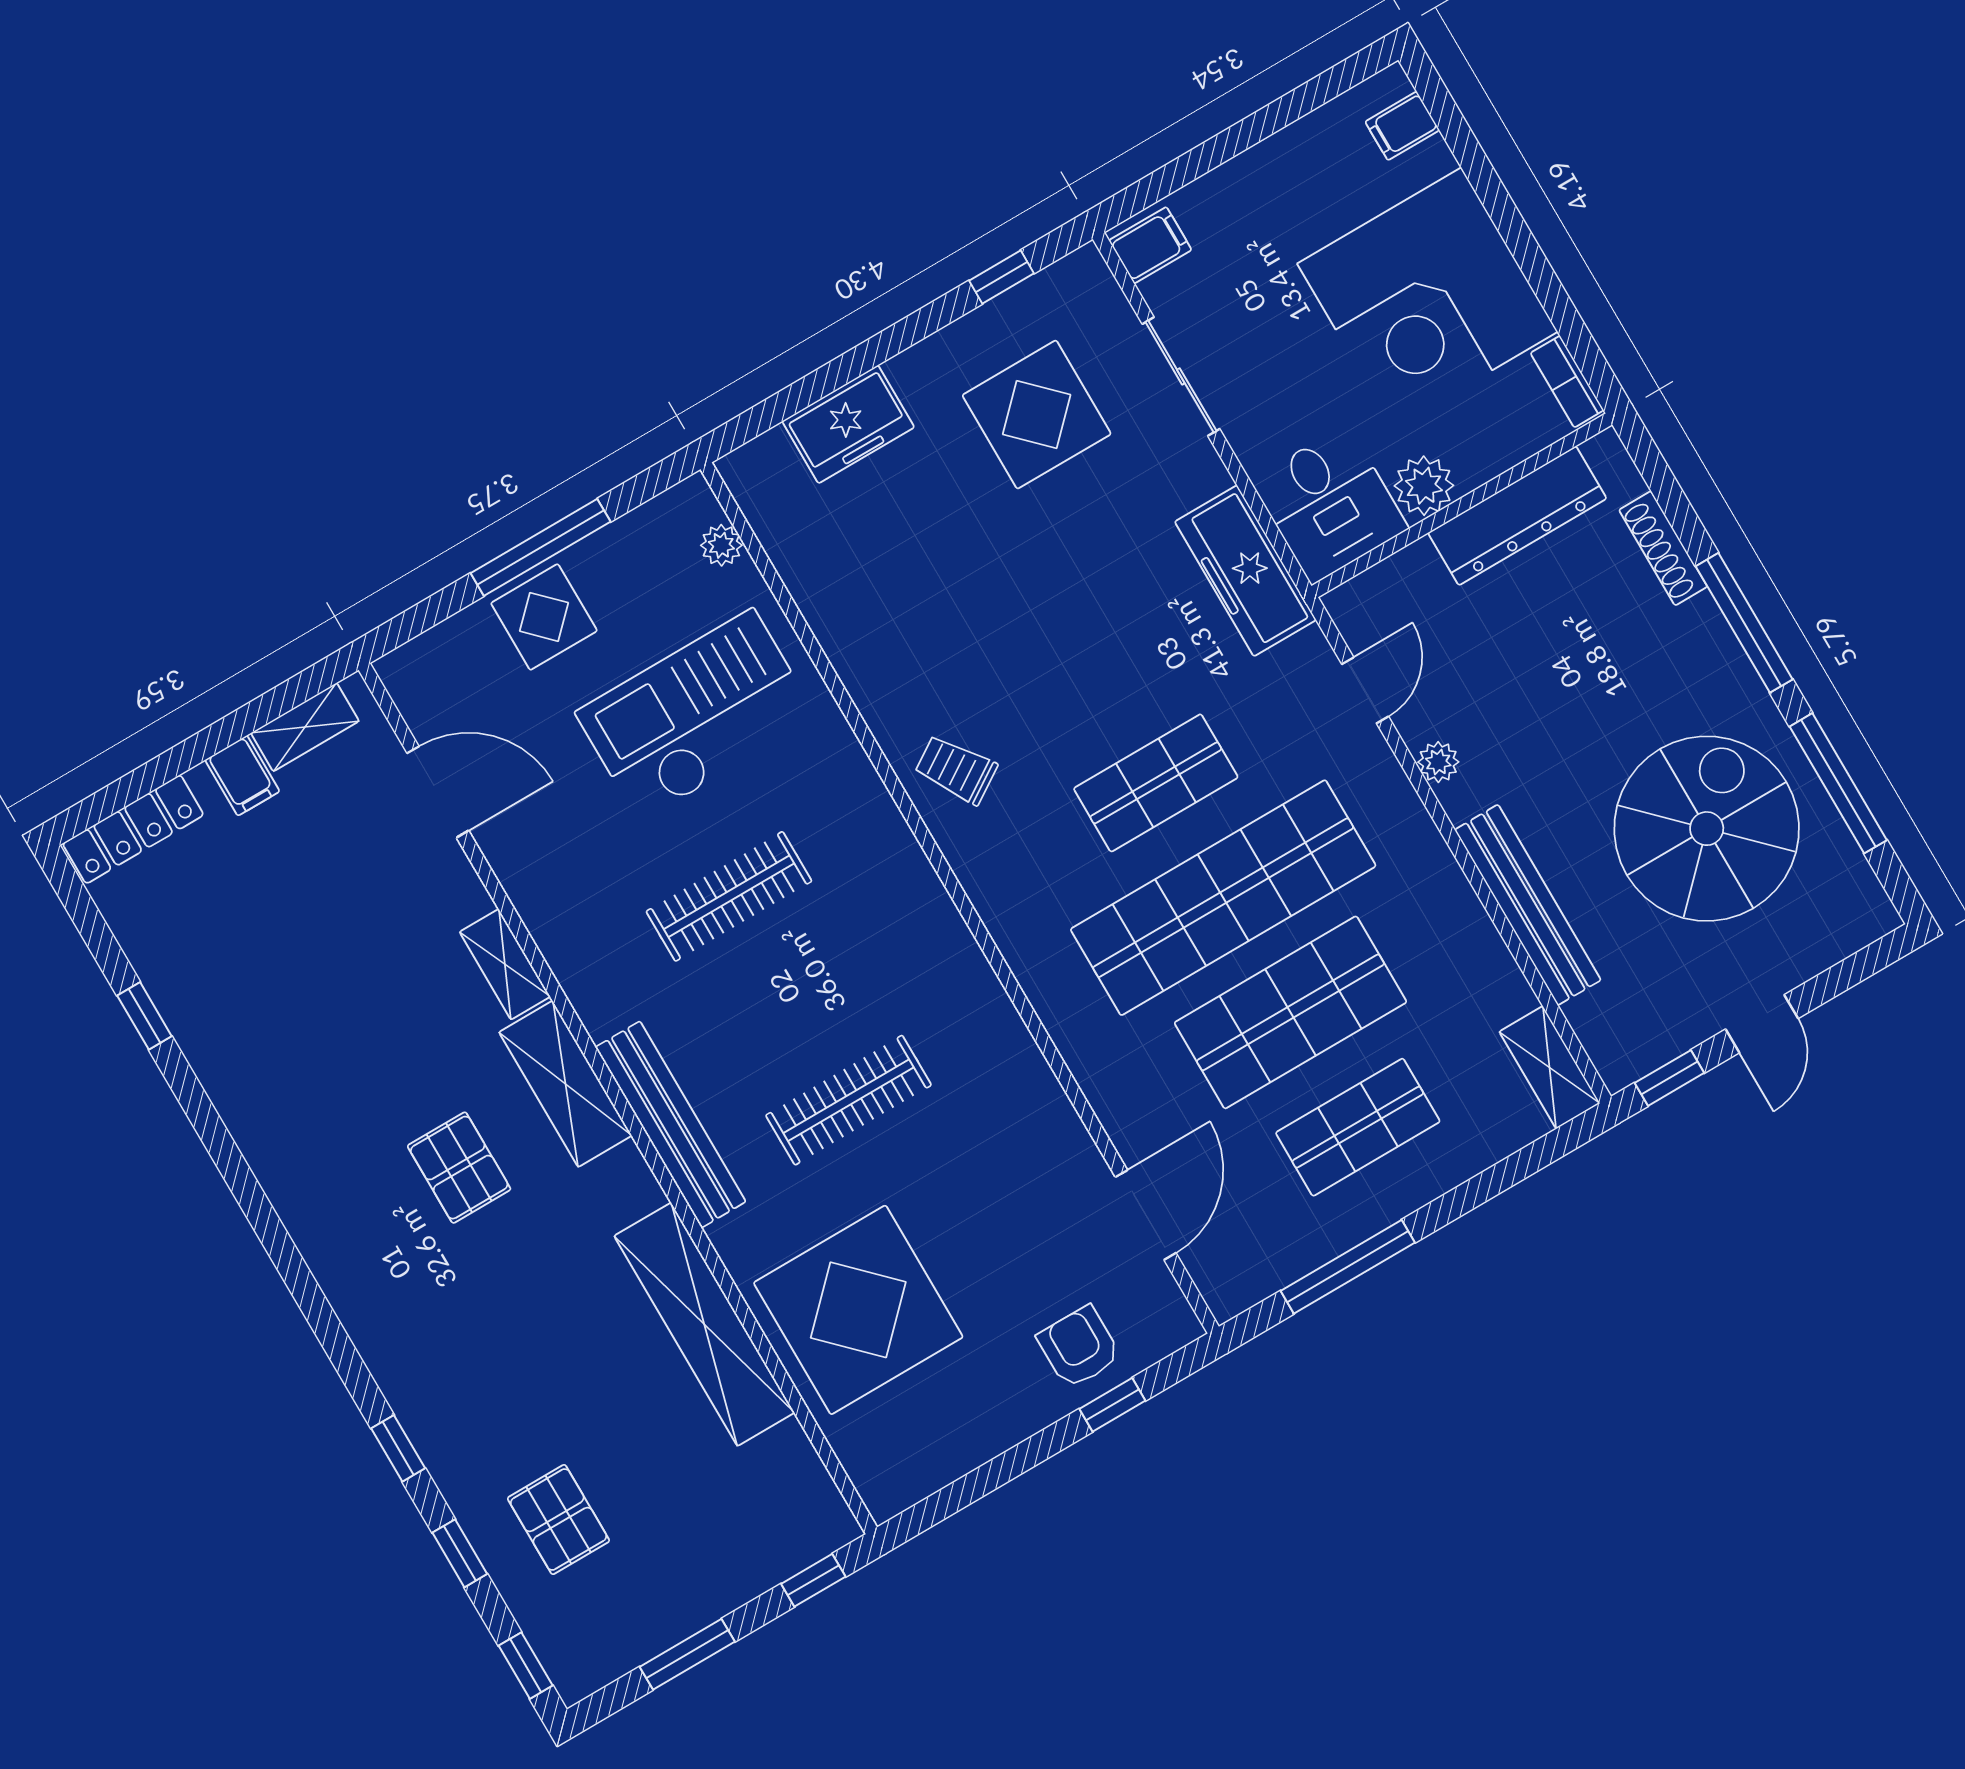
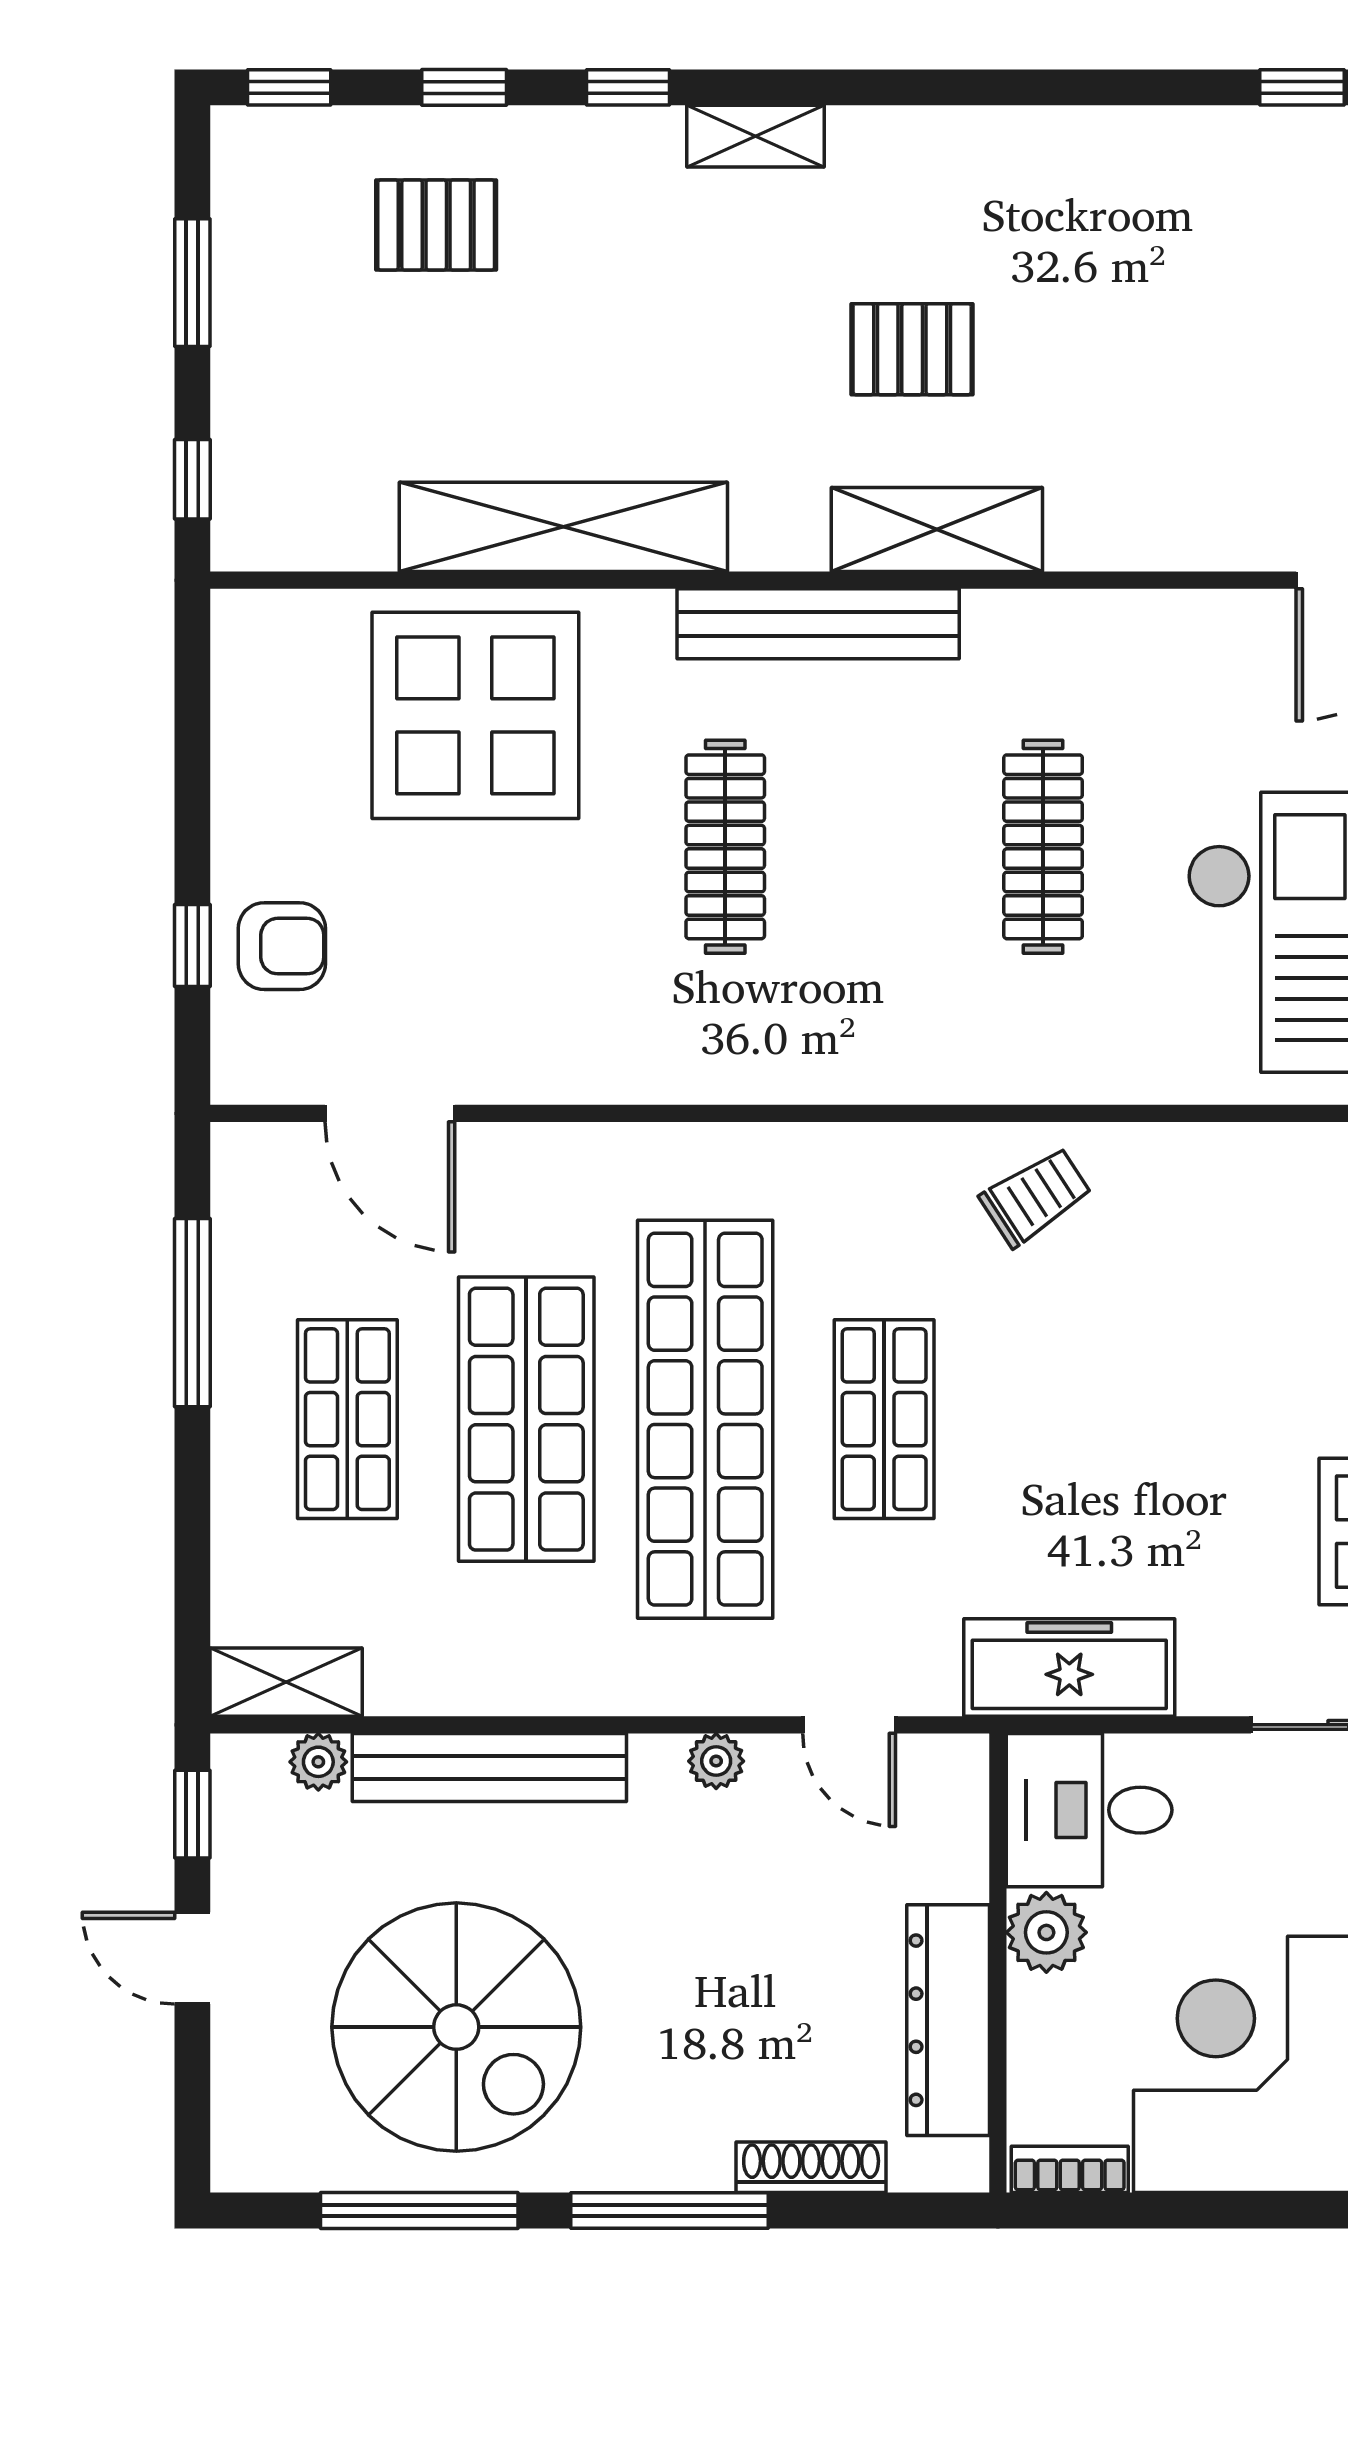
shelving: (505, 964) -> (755, 136), moved
plant: (1588, 1017) -> (318, 1762), added

